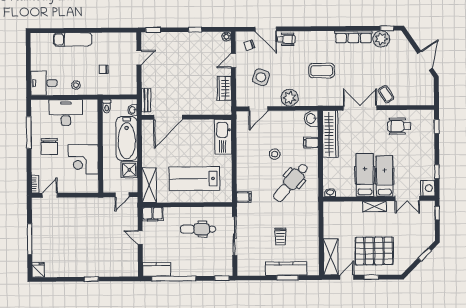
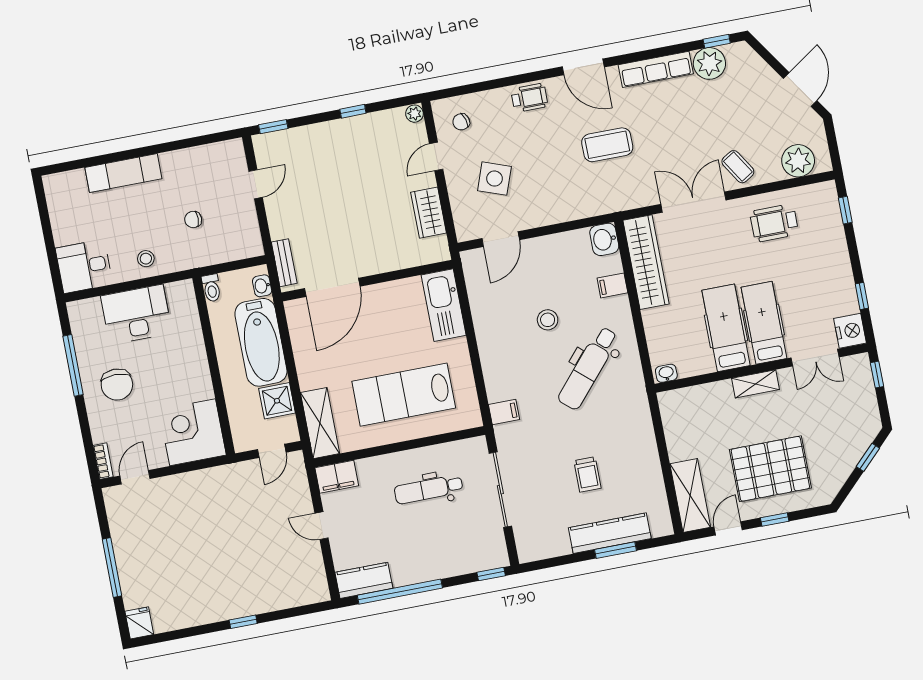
door: (266, 29) -> (583, 67), moved
plant: (290, 98) -> (798, 161), moved
corner desk: (83, 159) -> (193, 432), moved, turned 90

